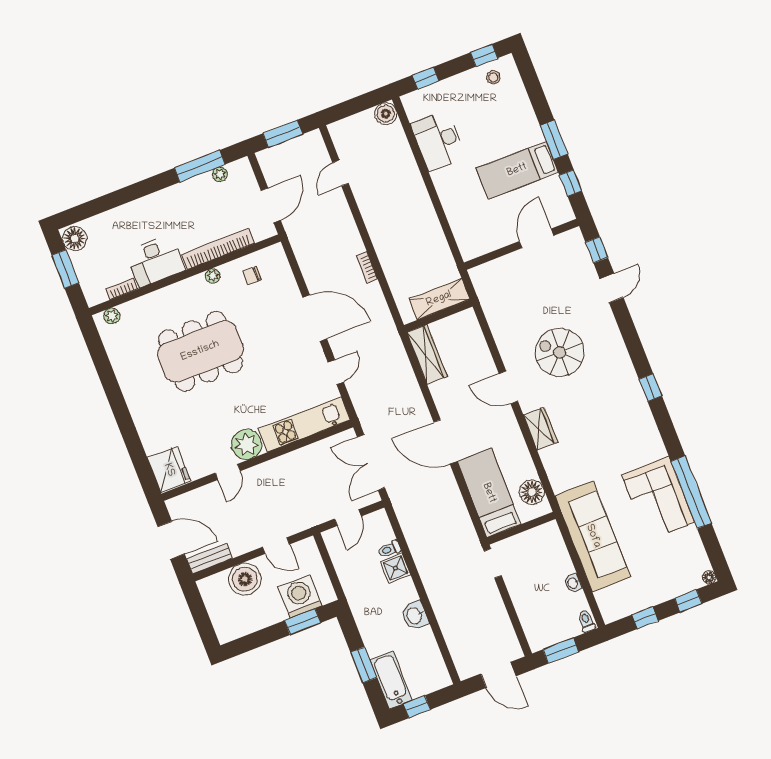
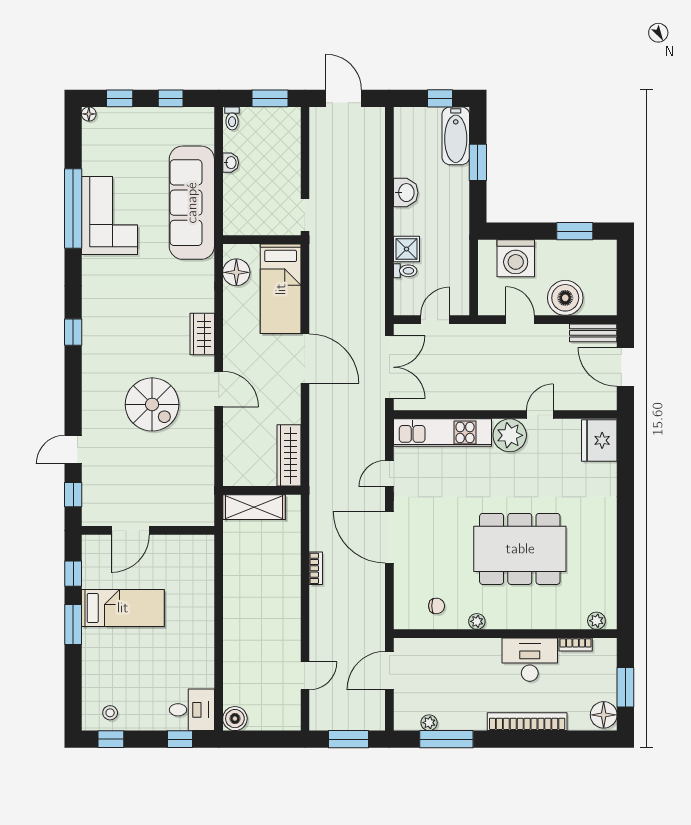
desk: (438, 140) -> (192, 710), moved, width x0.73
bookcase: (218, 249) -> (527, 722), moved, turned 180
window: (303, 622) -> (575, 231), moved

